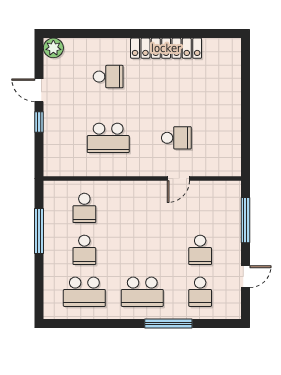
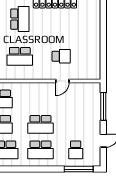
school desk: (108, 77) -> (20, 19), width x1.85
school desk: (200, 250) -> (40, 124), moved, width x1.85
window: (168, 323) -> (79, 169), moved

